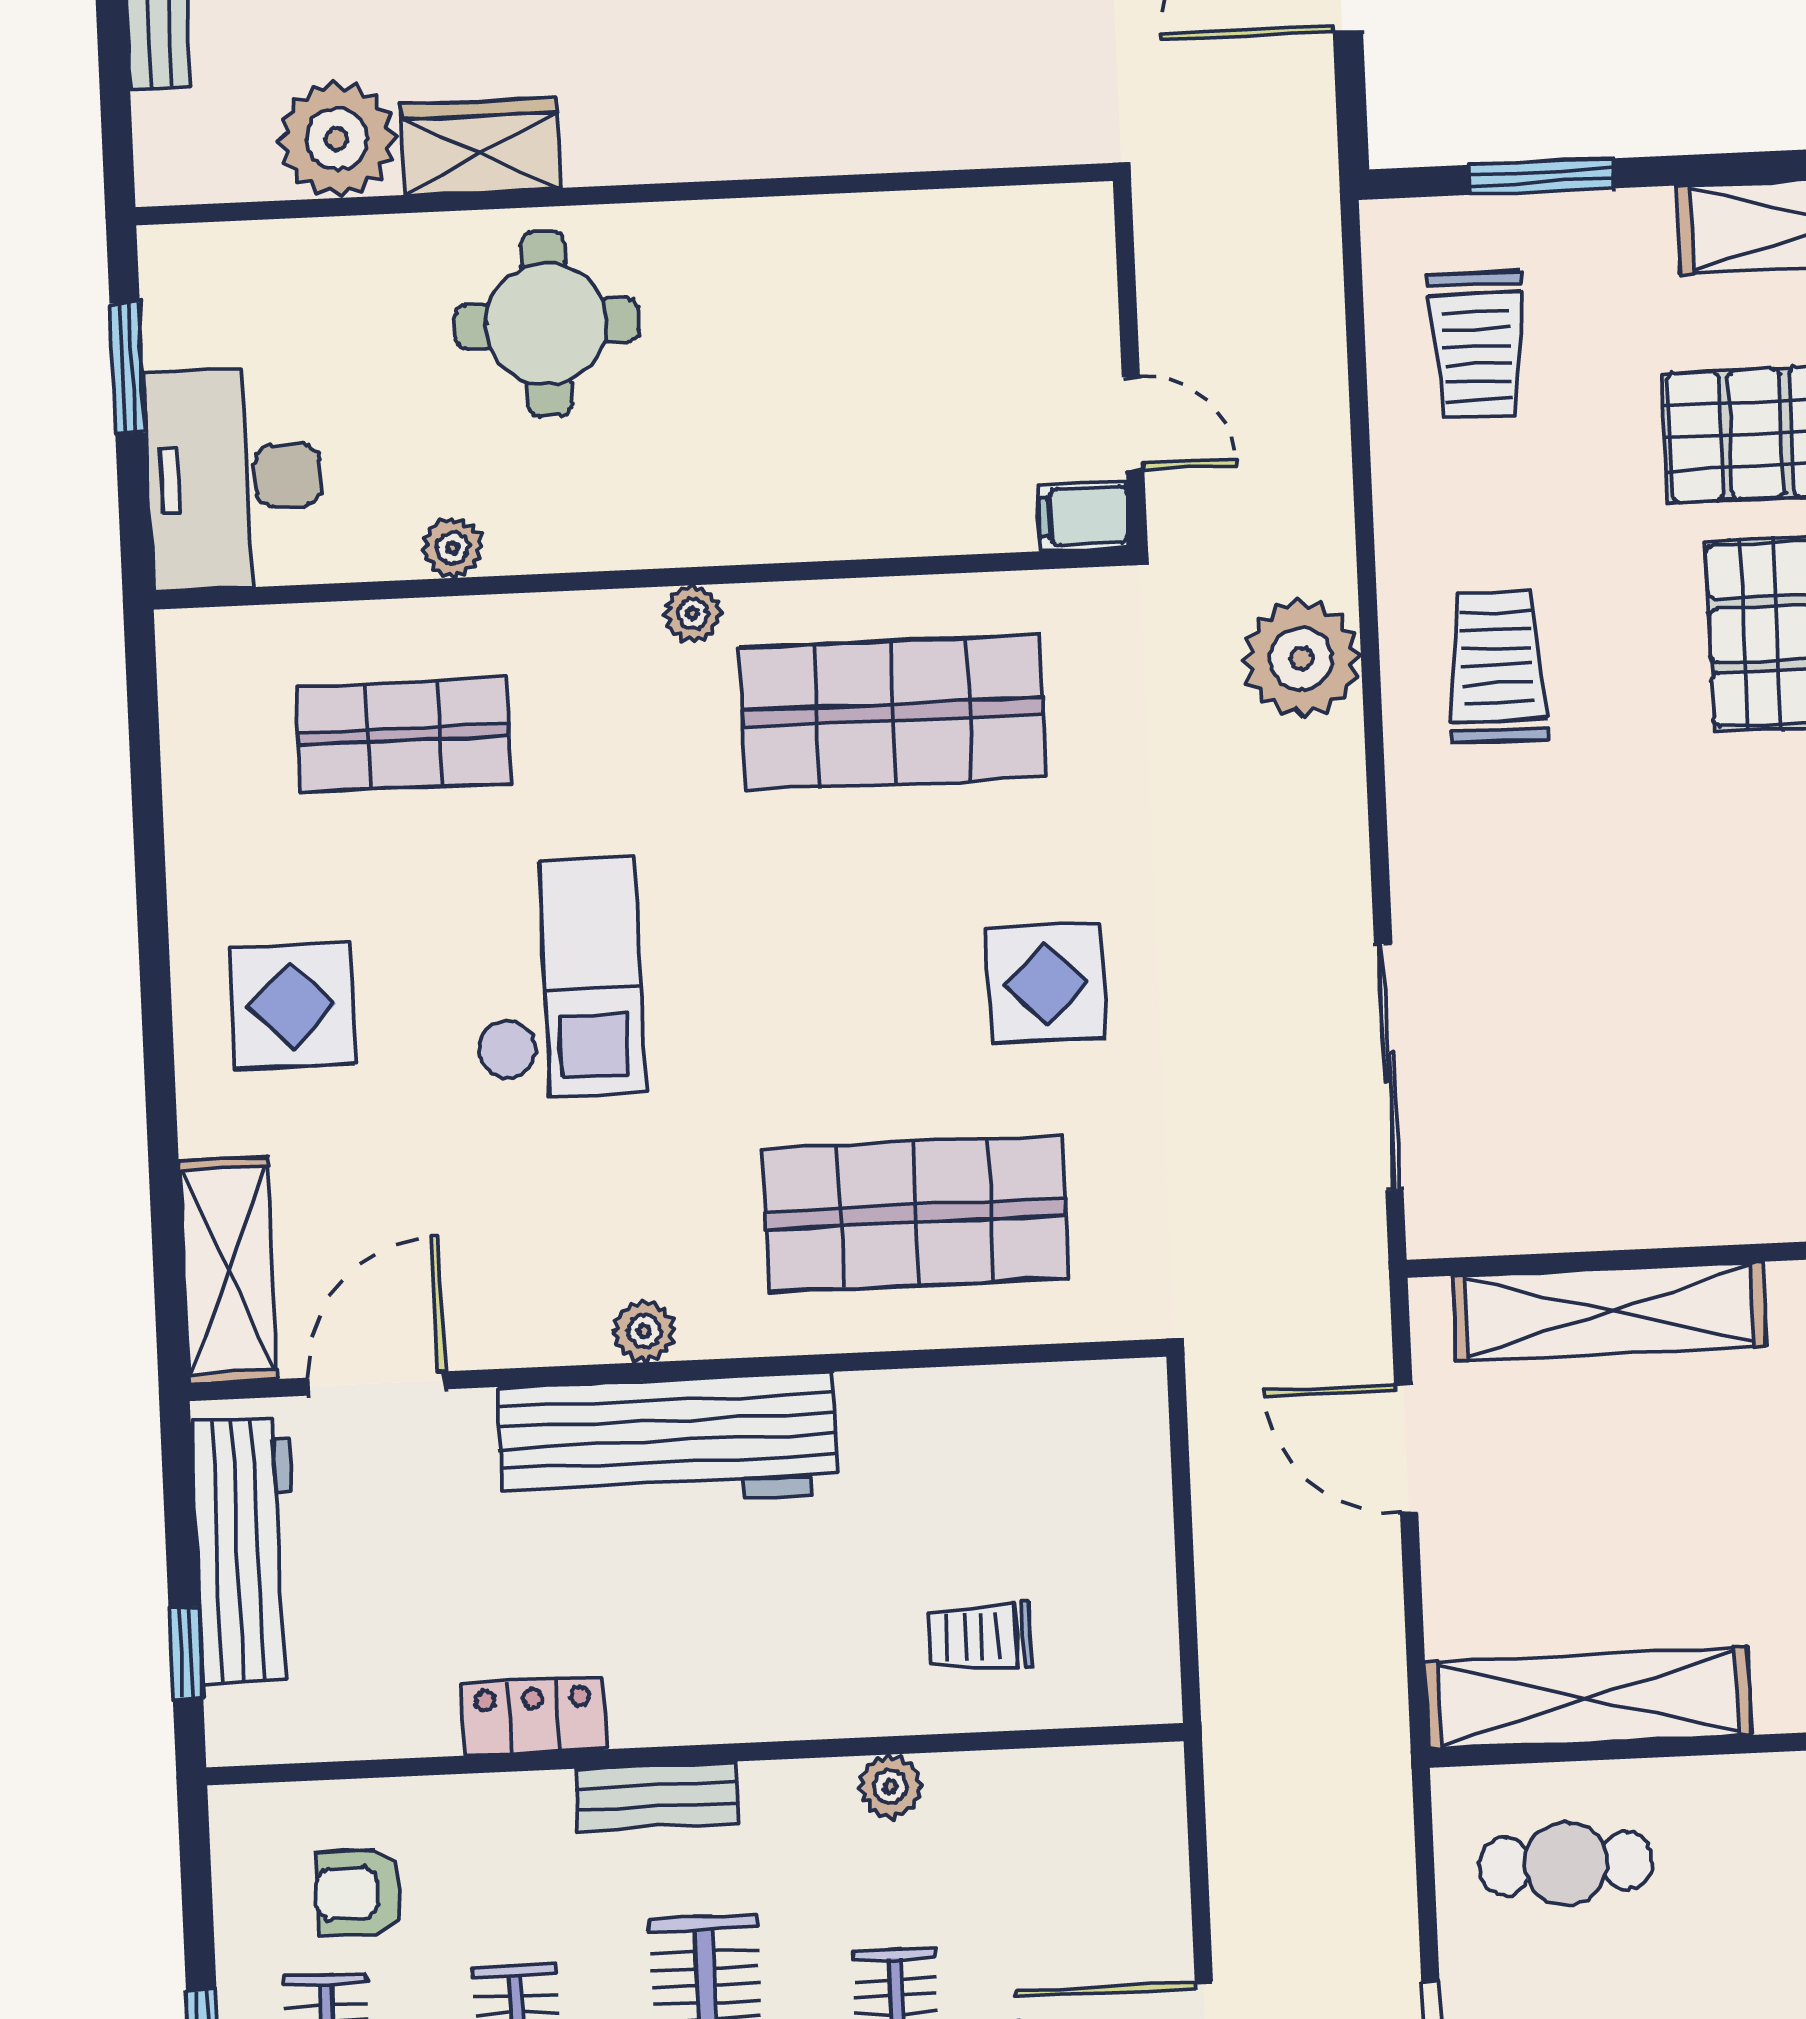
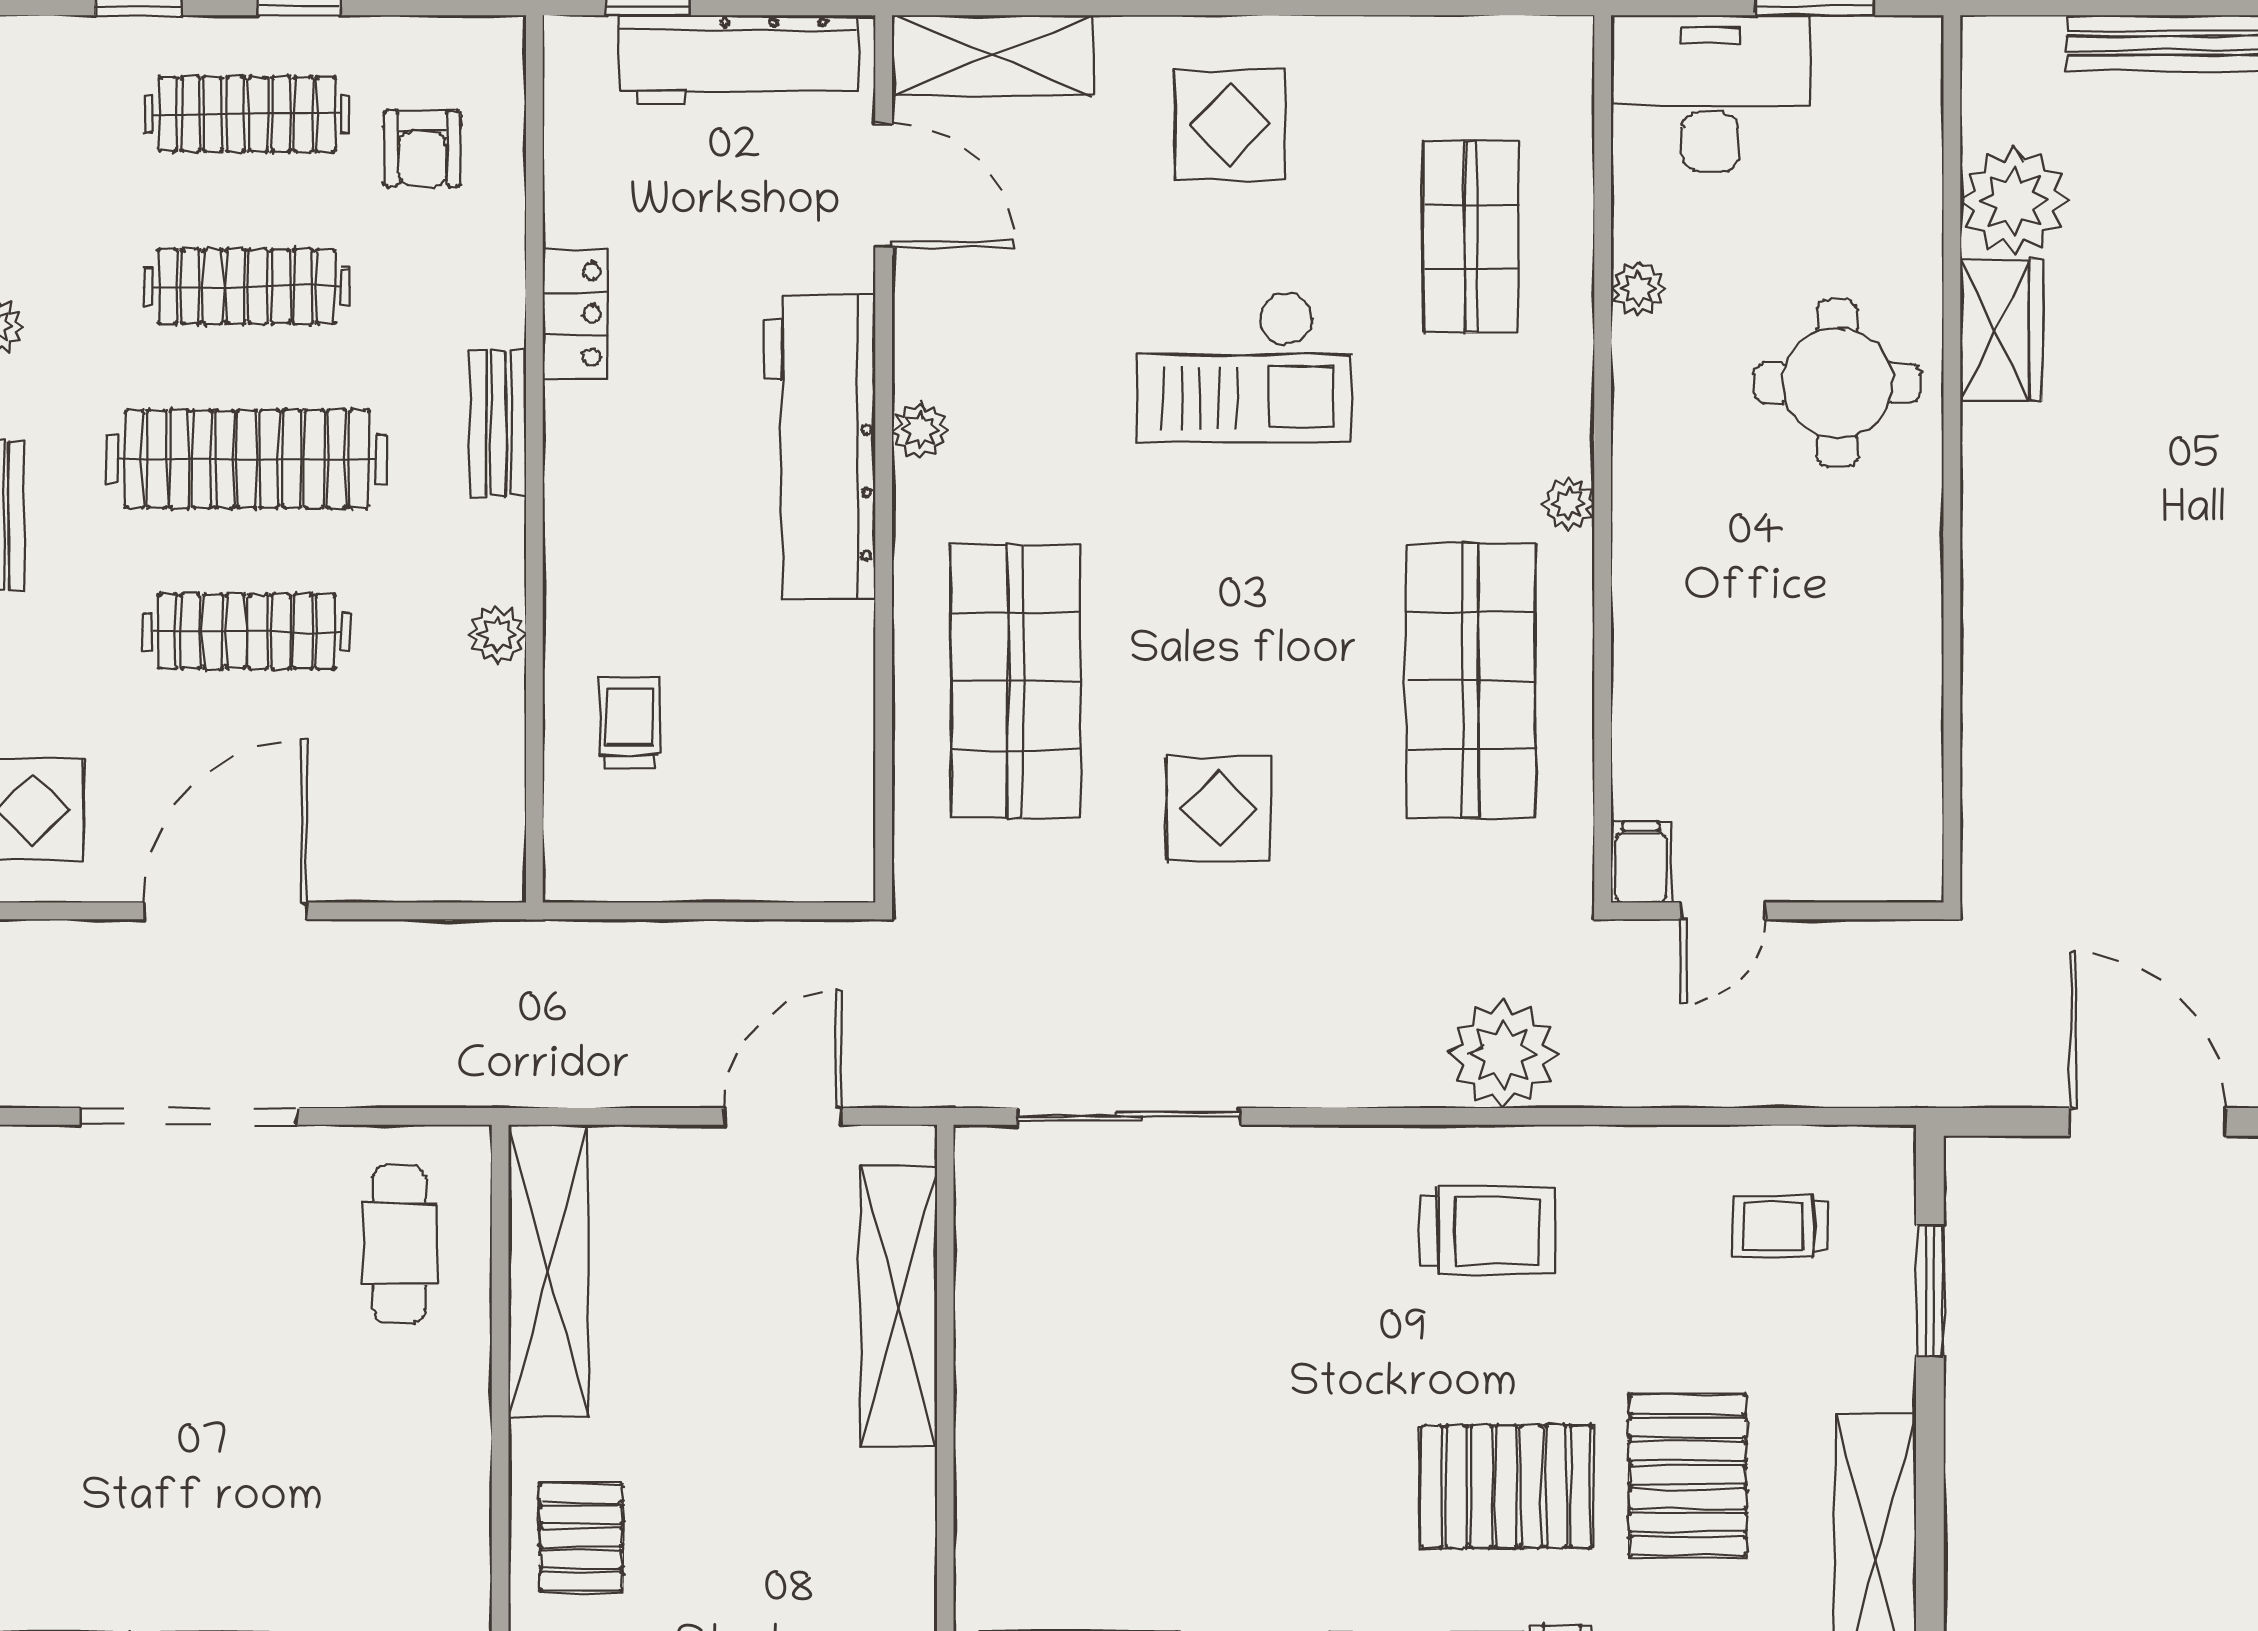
trolley: (1477, 345) -> (1780, 1226), width x0.73, depth x0.72
armchair: (359, 1893) -> (422, 148), turned 180

